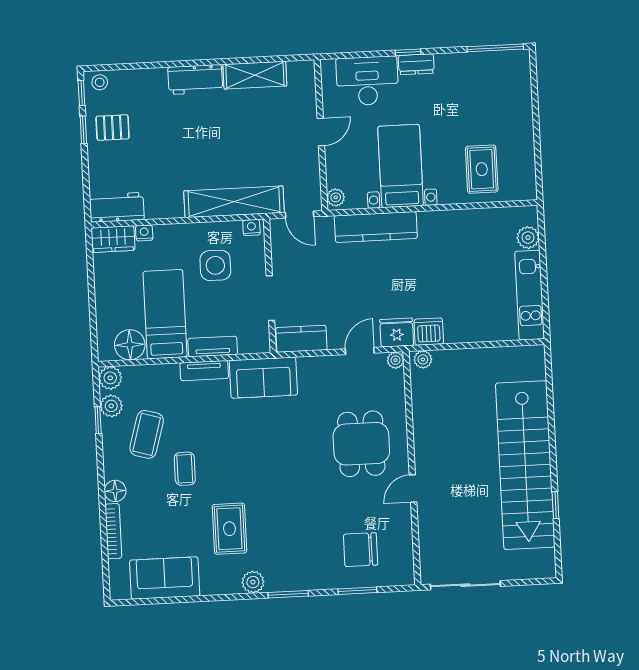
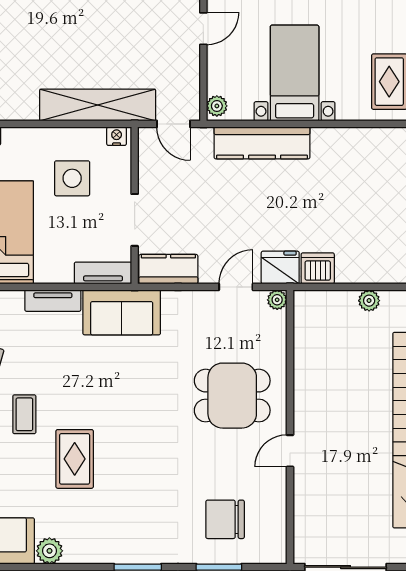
tv unit: (213, 346) -> (103, 273), moved
plant: (423, 359) -> (369, 301), moved
dining table: (361, 444) -> (232, 396), turned 90
rug: (229, 529) -> (75, 459), moved
plant: (253, 582) -> (49, 551), moved

